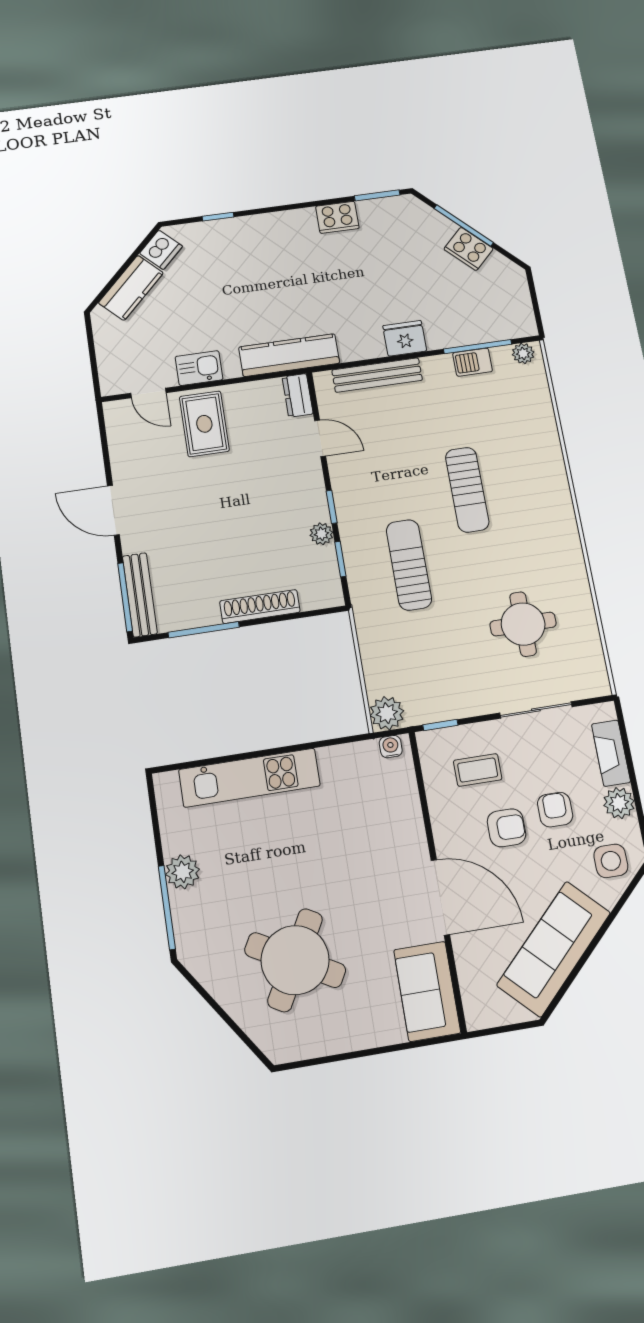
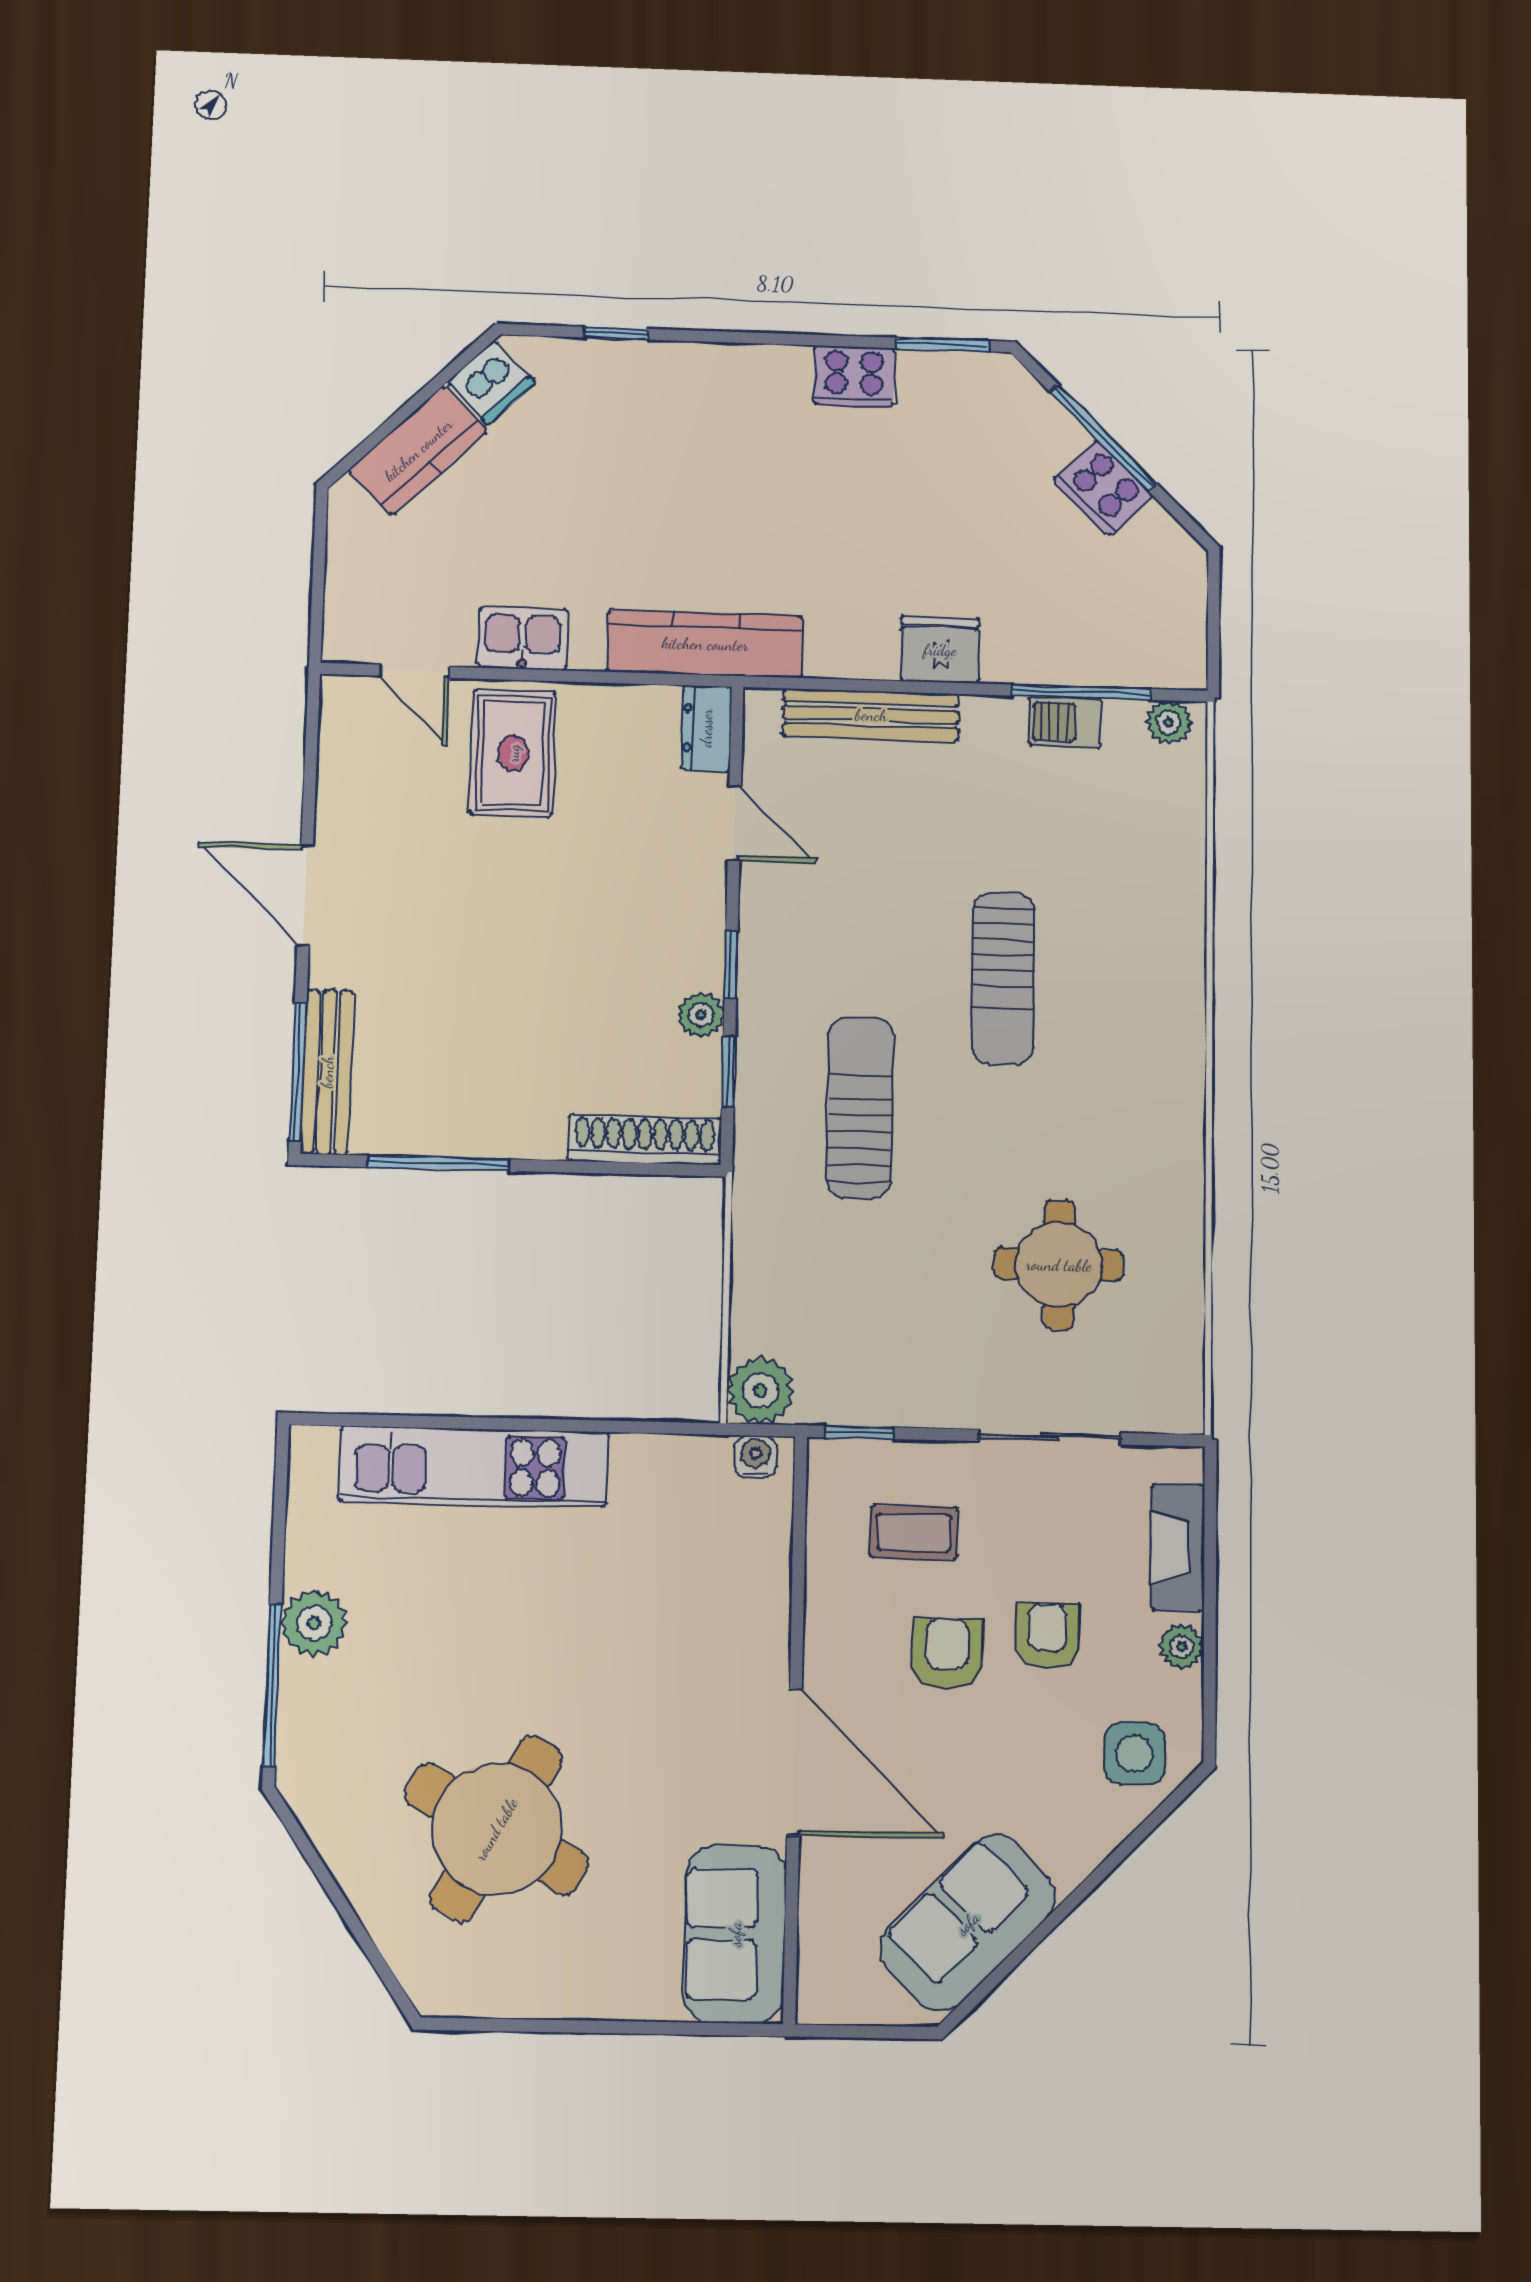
shoe rack: (260, 607) -> (645, 1140), moved
plant: (619, 803) -> (1182, 1646), width x0.73, depth x0.73
armchair: (507, 828) -> (947, 1654), turned -90
sofa: (554, 949) -> (968, 1923), width x0.73

